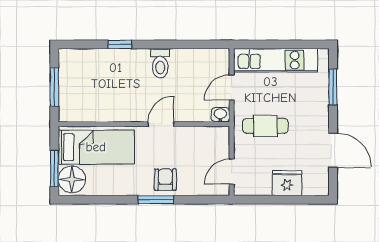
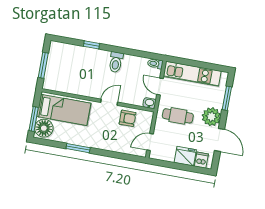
toilet: (218, 55) -> (155, 64), added
door: (232, 88) -> (160, 87), hinge flipped
plant: (315, 118) -> (211, 117), added
armchair: (165, 180) -> (128, 118), moved, turned 90
dishwasher: (312, 185) -> (201, 160), added
window: (156, 200) -> (78, 148), moved

